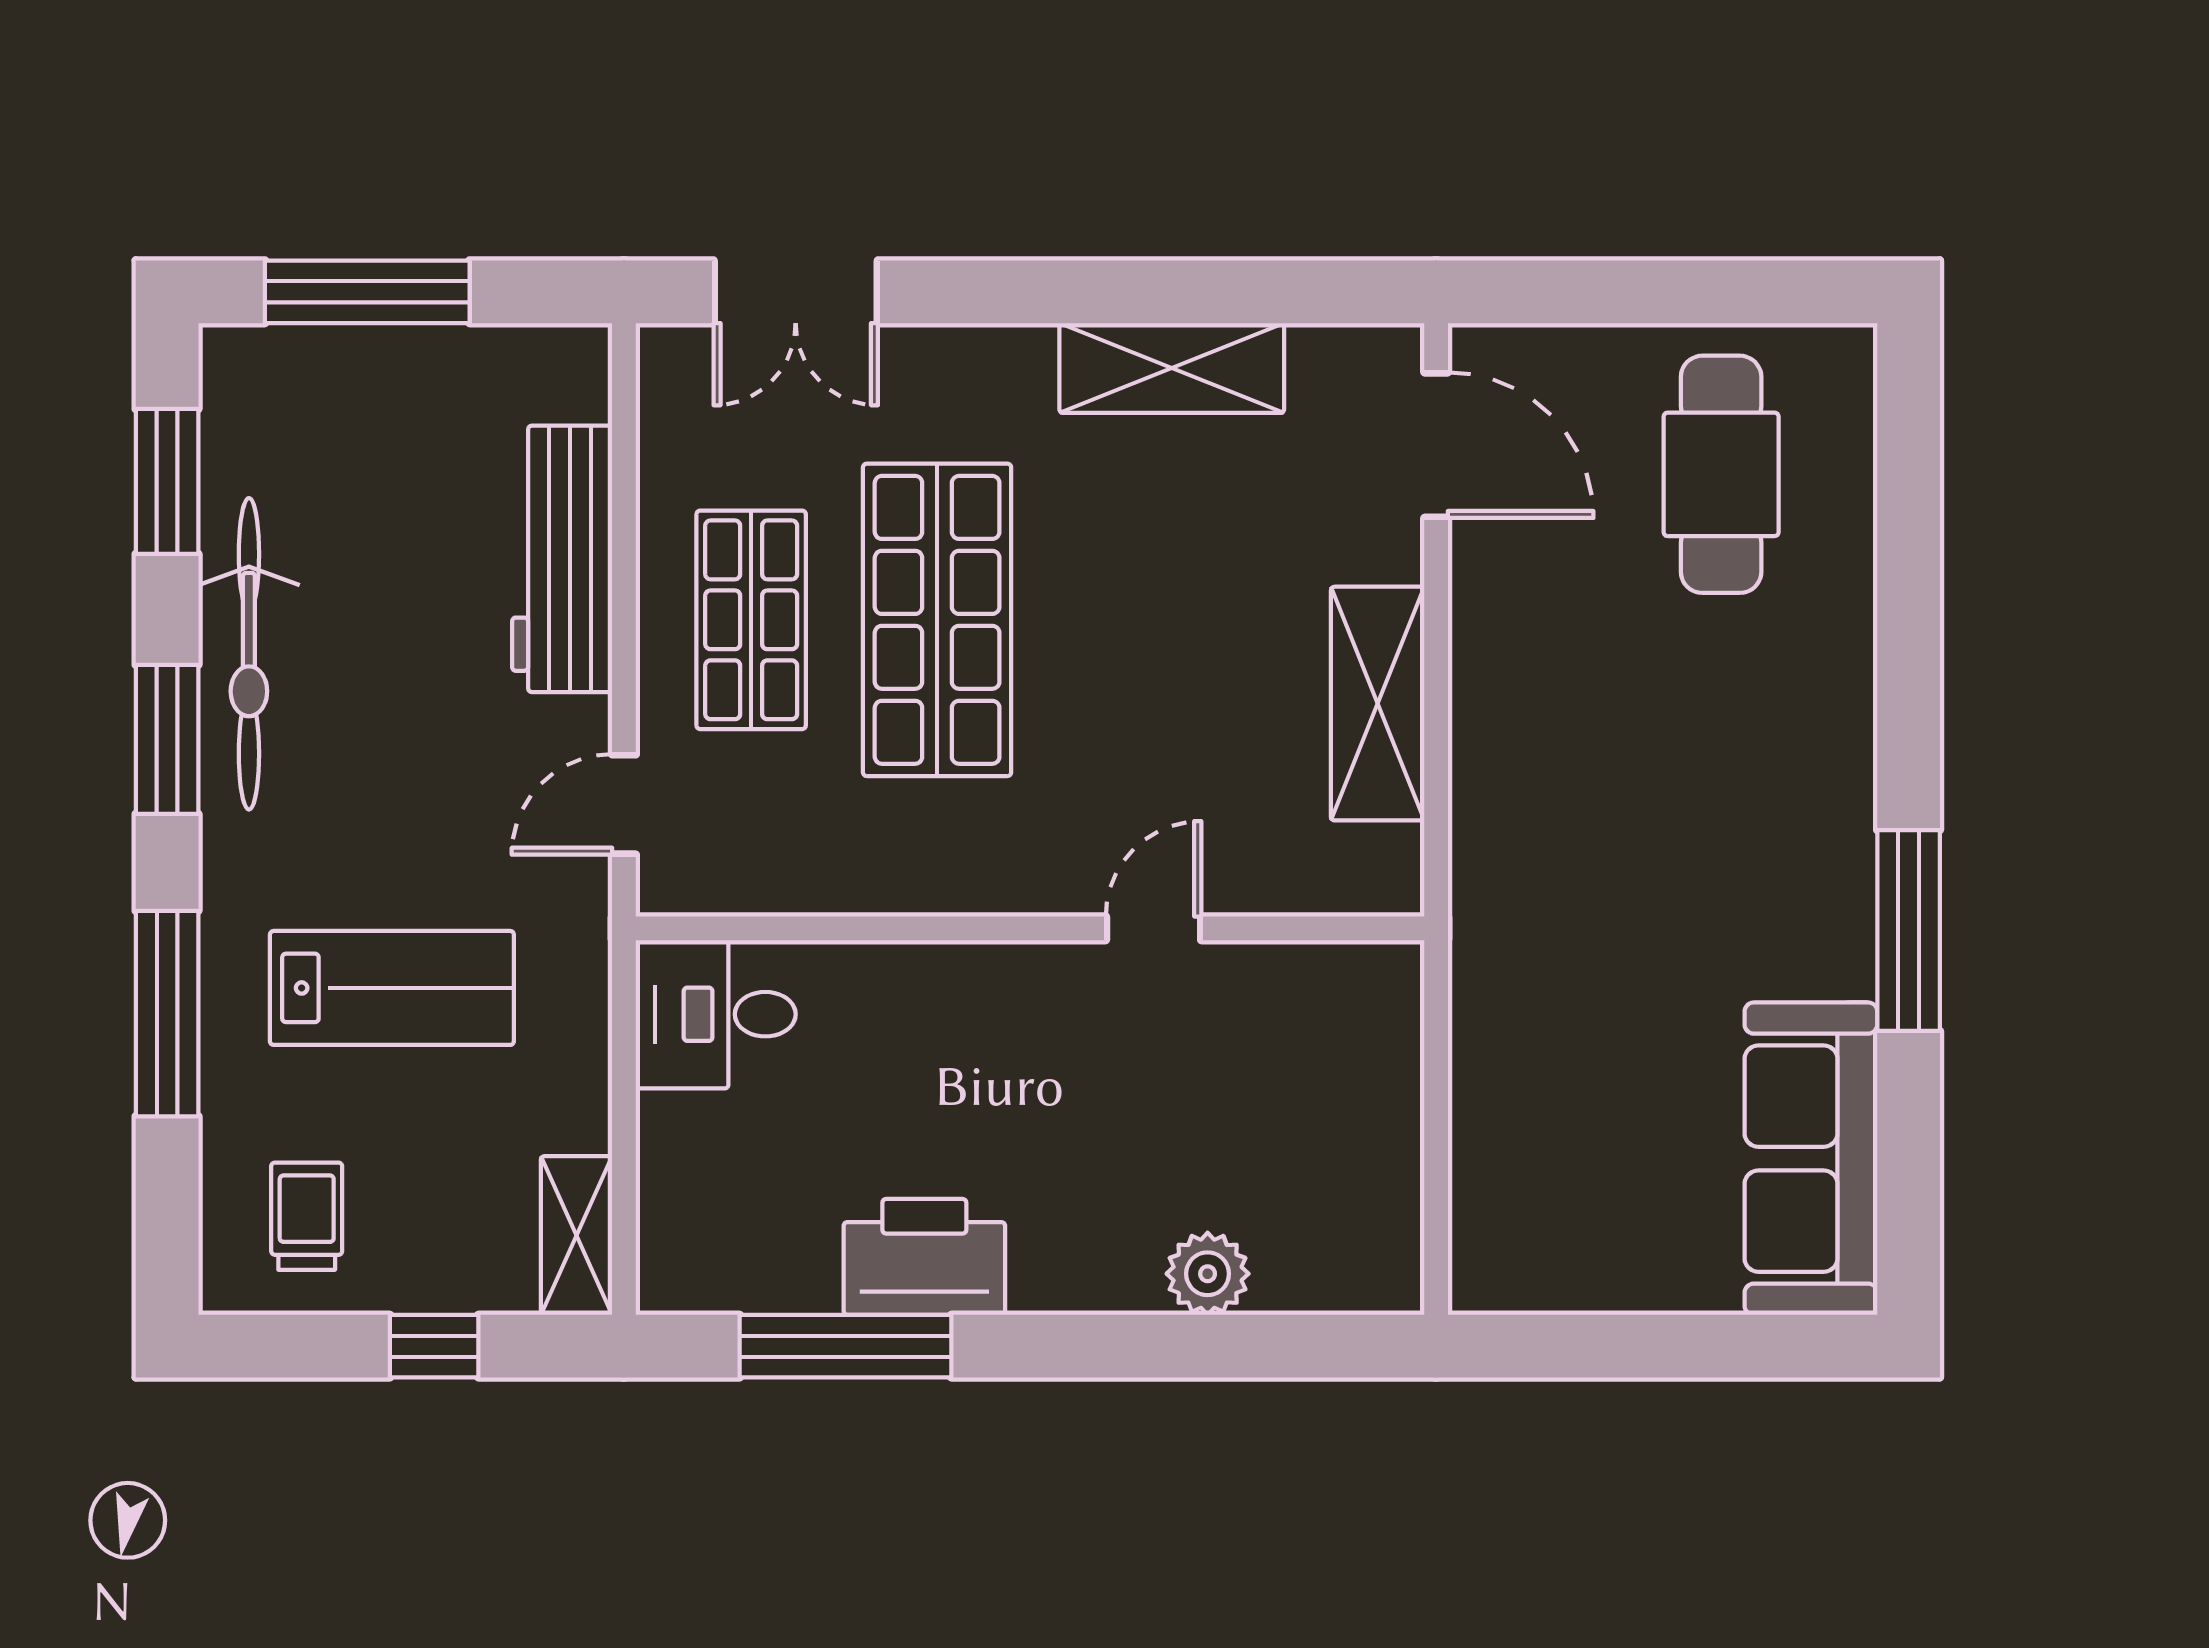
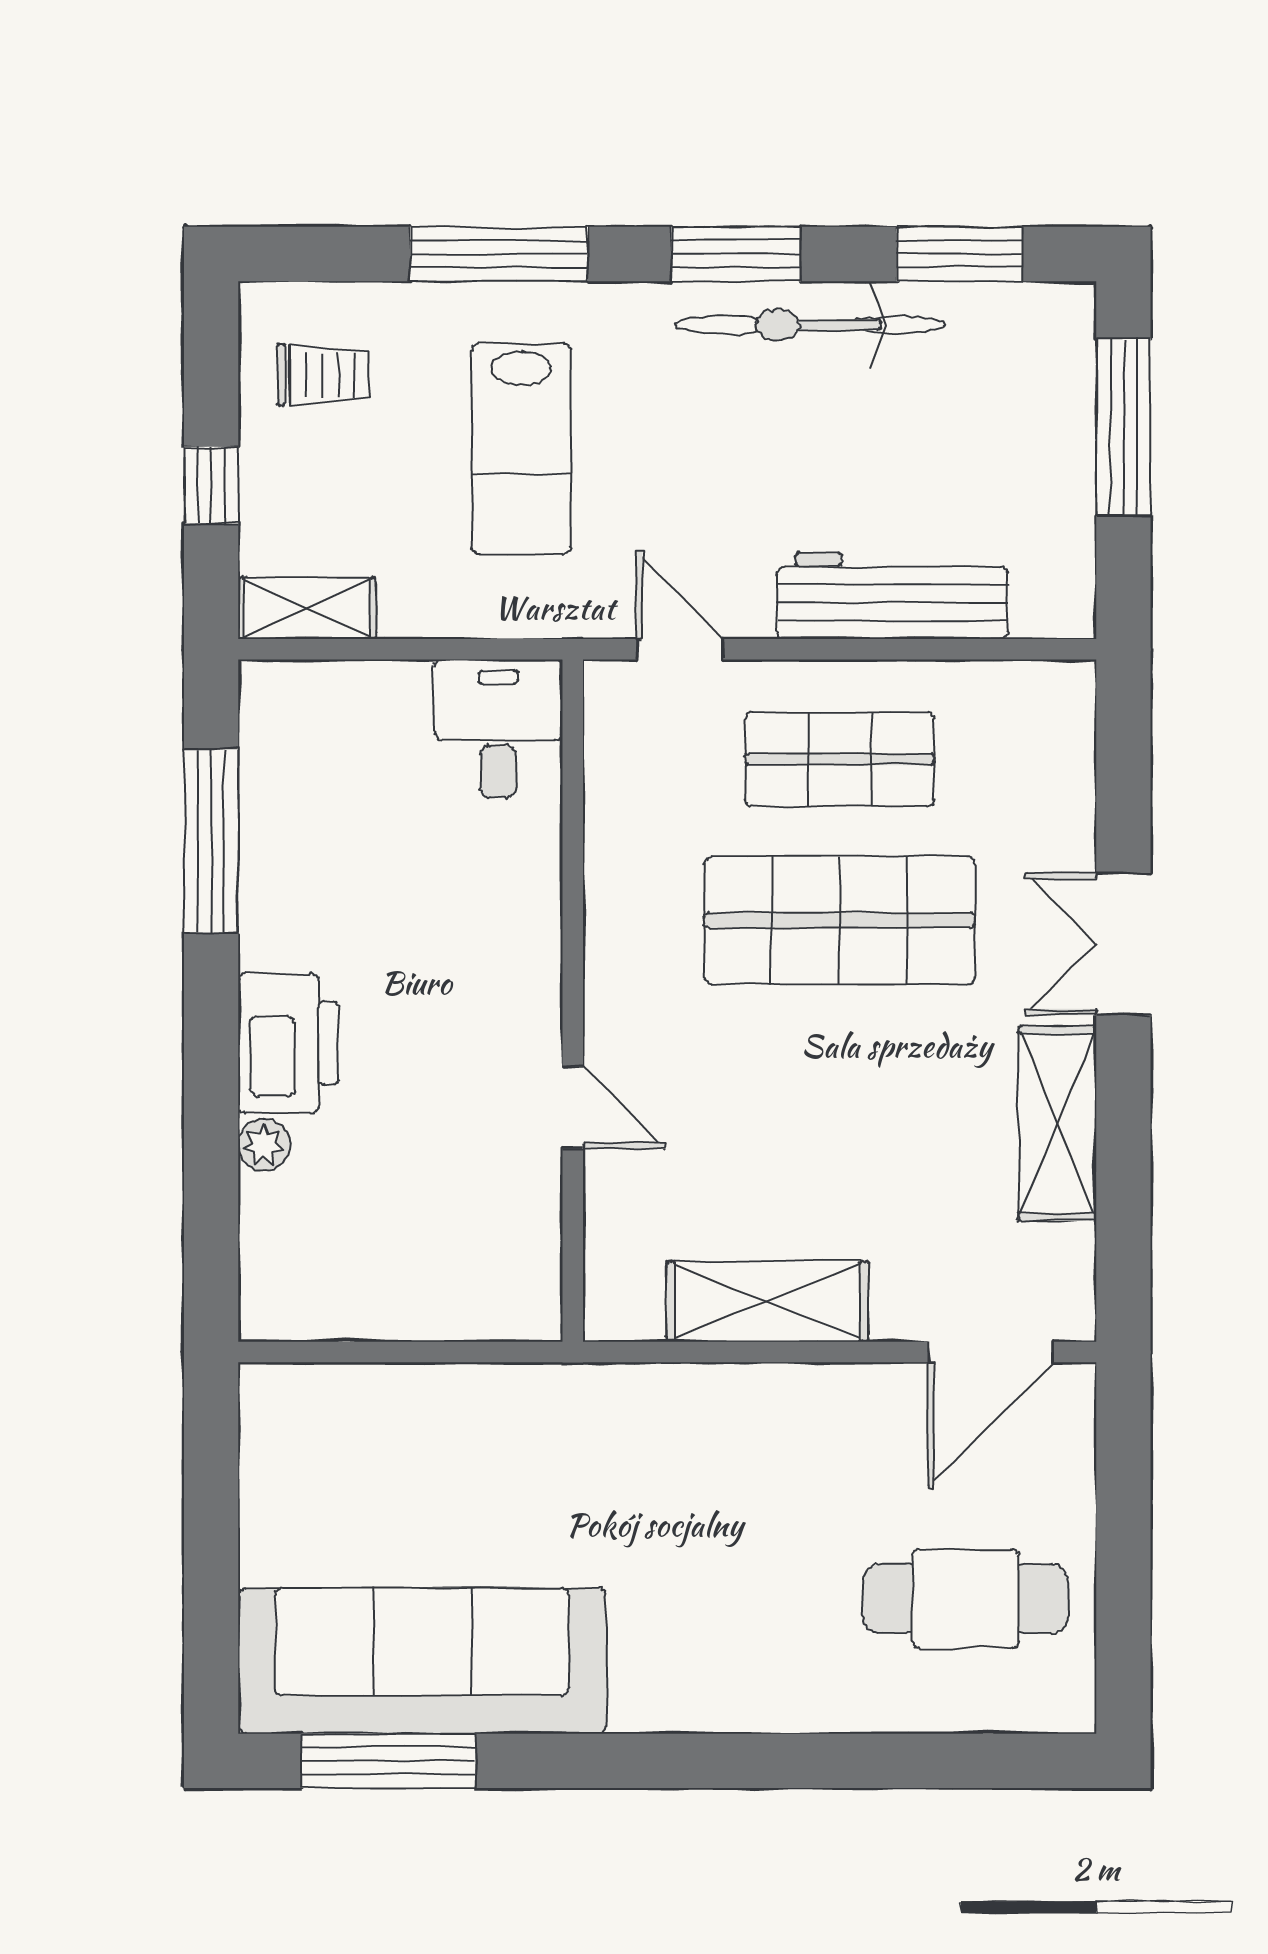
double door: (796, 292) -> (1123, 944), moved
window: (1909, 931) -> (389, 1761), moved
sofa: (1811, 1159) -> (422, 1661), width x1.36, depth x1.27
printer: (924, 1257) -> (288, 1043), moved
plant: (1208, 1274) -> (264, 1145), width x0.73, depth x0.73

